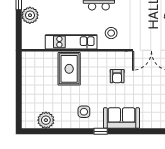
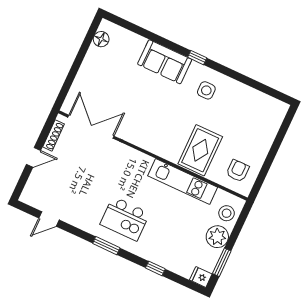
stool: (111, 33) -> (227, 213), moved
armchair: (117, 76) -> (238, 171), moved
plant: (46, 120) -> (257, 102), removed

